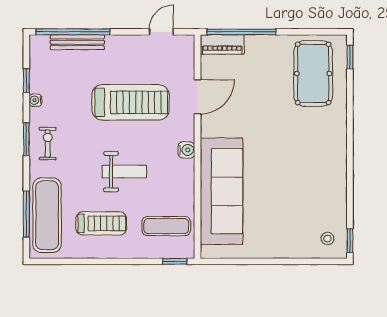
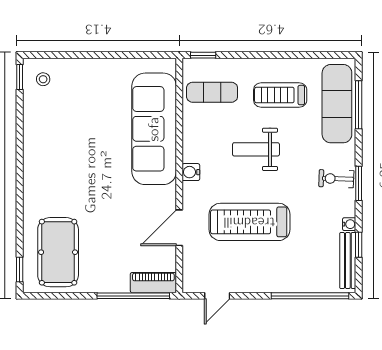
bench: (77, 42) -> (348, 260), moved, turned 90
exercise bike: (48, 144) -> (336, 179), turned 92

